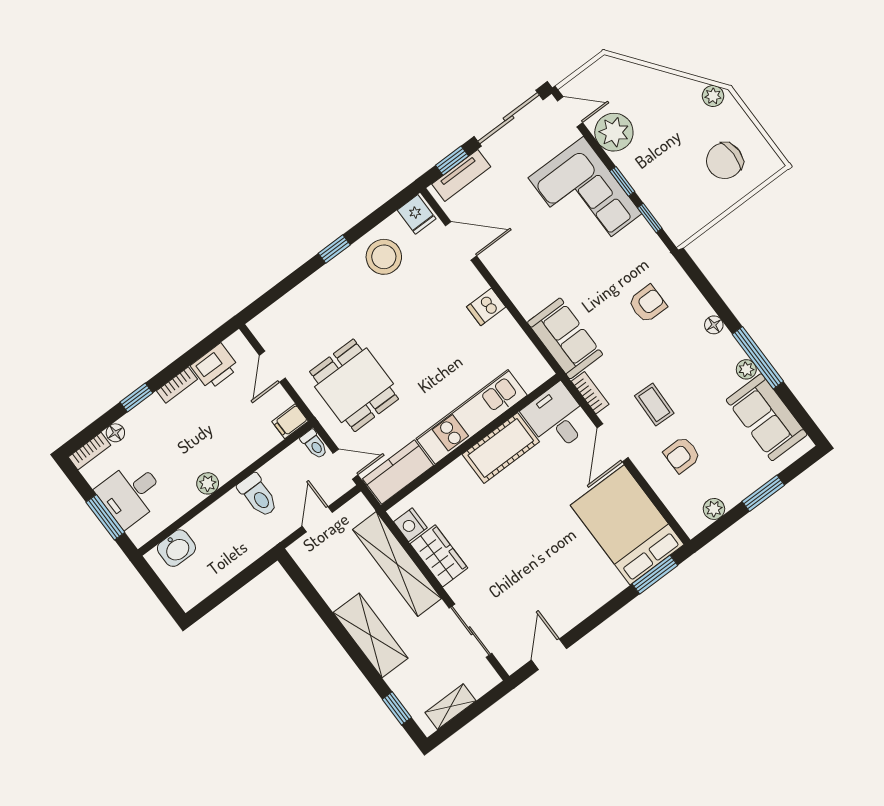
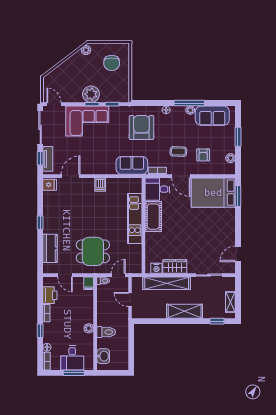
door: (570, 112) -> (54, 104), hinge flipped
plant: (614, 132) -> (91, 94), moved
stool: (384, 257) -> (56, 207), removed
armchair: (648, 304) -> (141, 127), width x1.88, depth x1.88
kitchen counter: (398, 472) -> (50, 248), moved, turned 180
toilet: (258, 495) -> (106, 332), moved
door: (549, 654) -> (238, 254), hinge flipped

